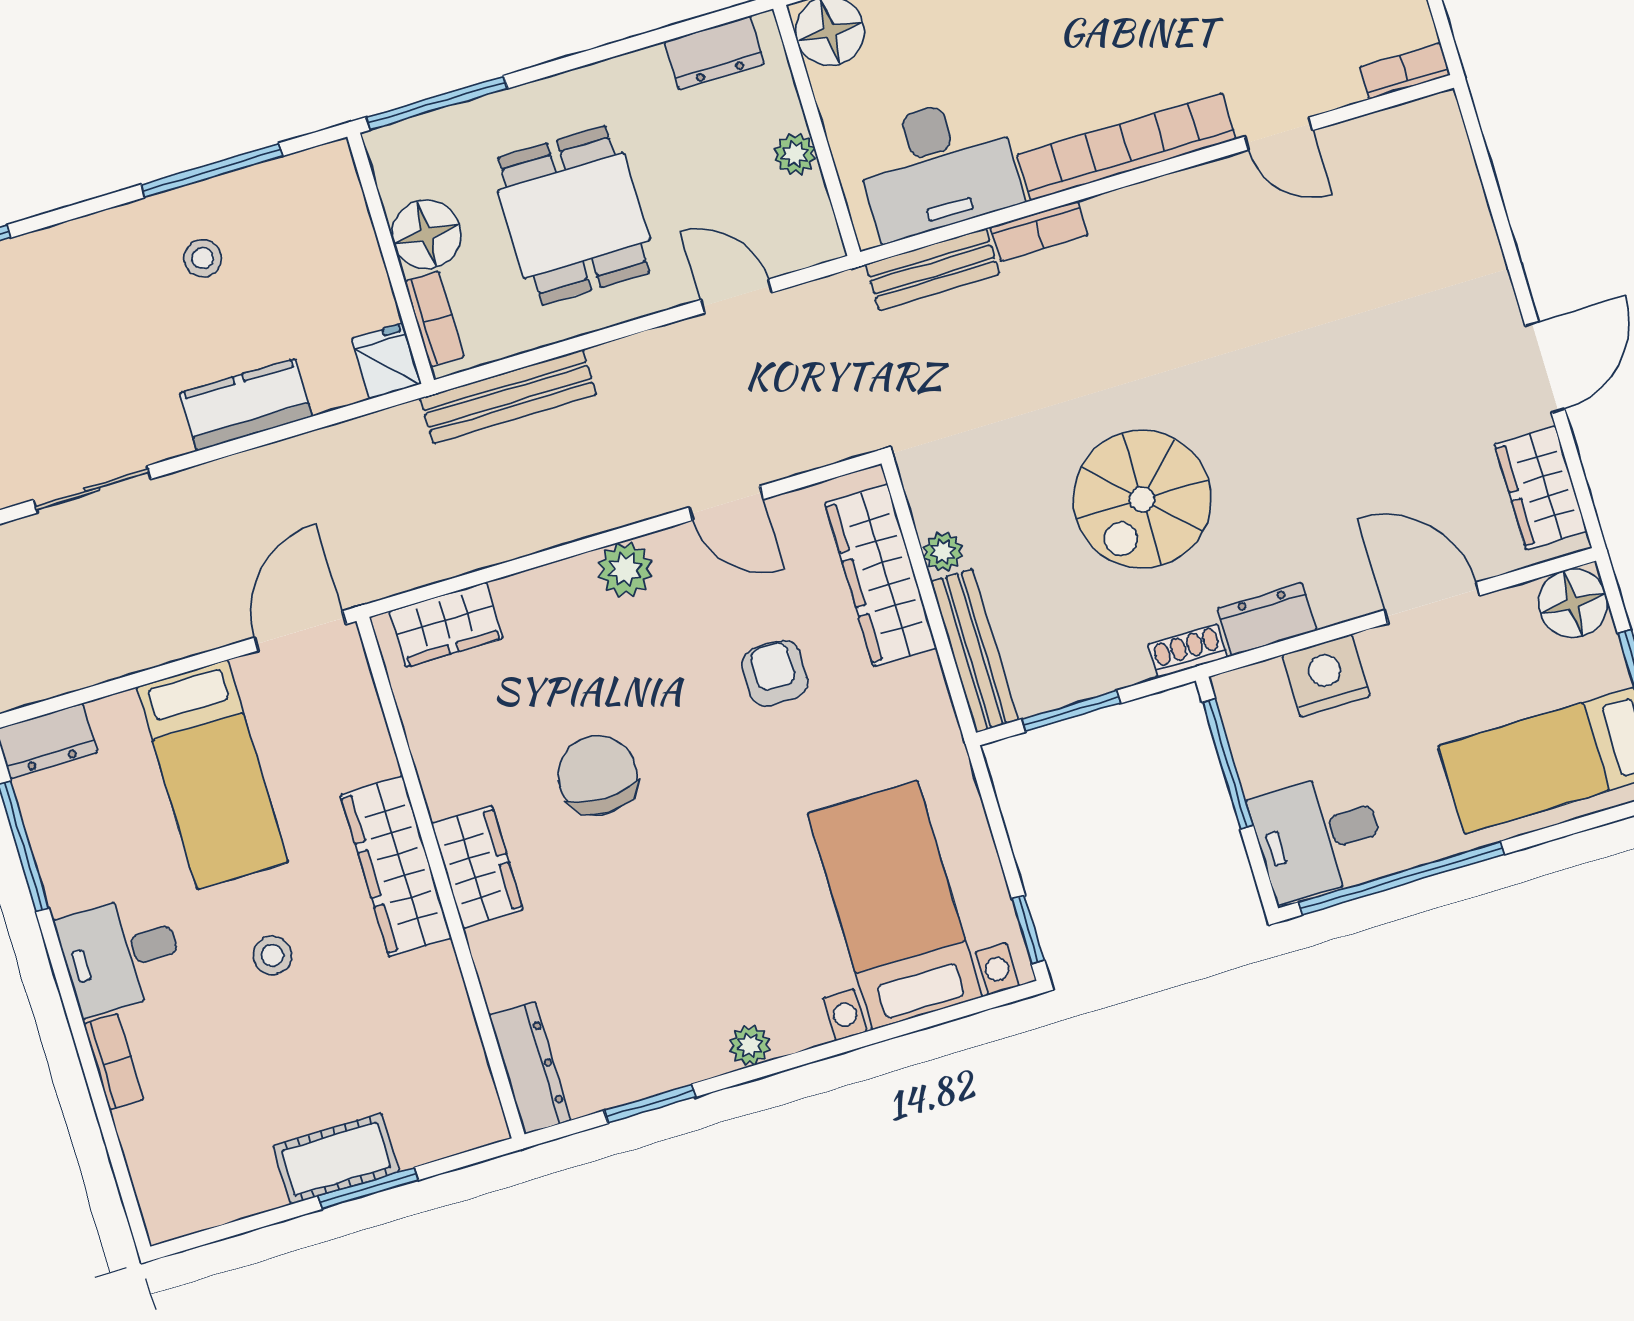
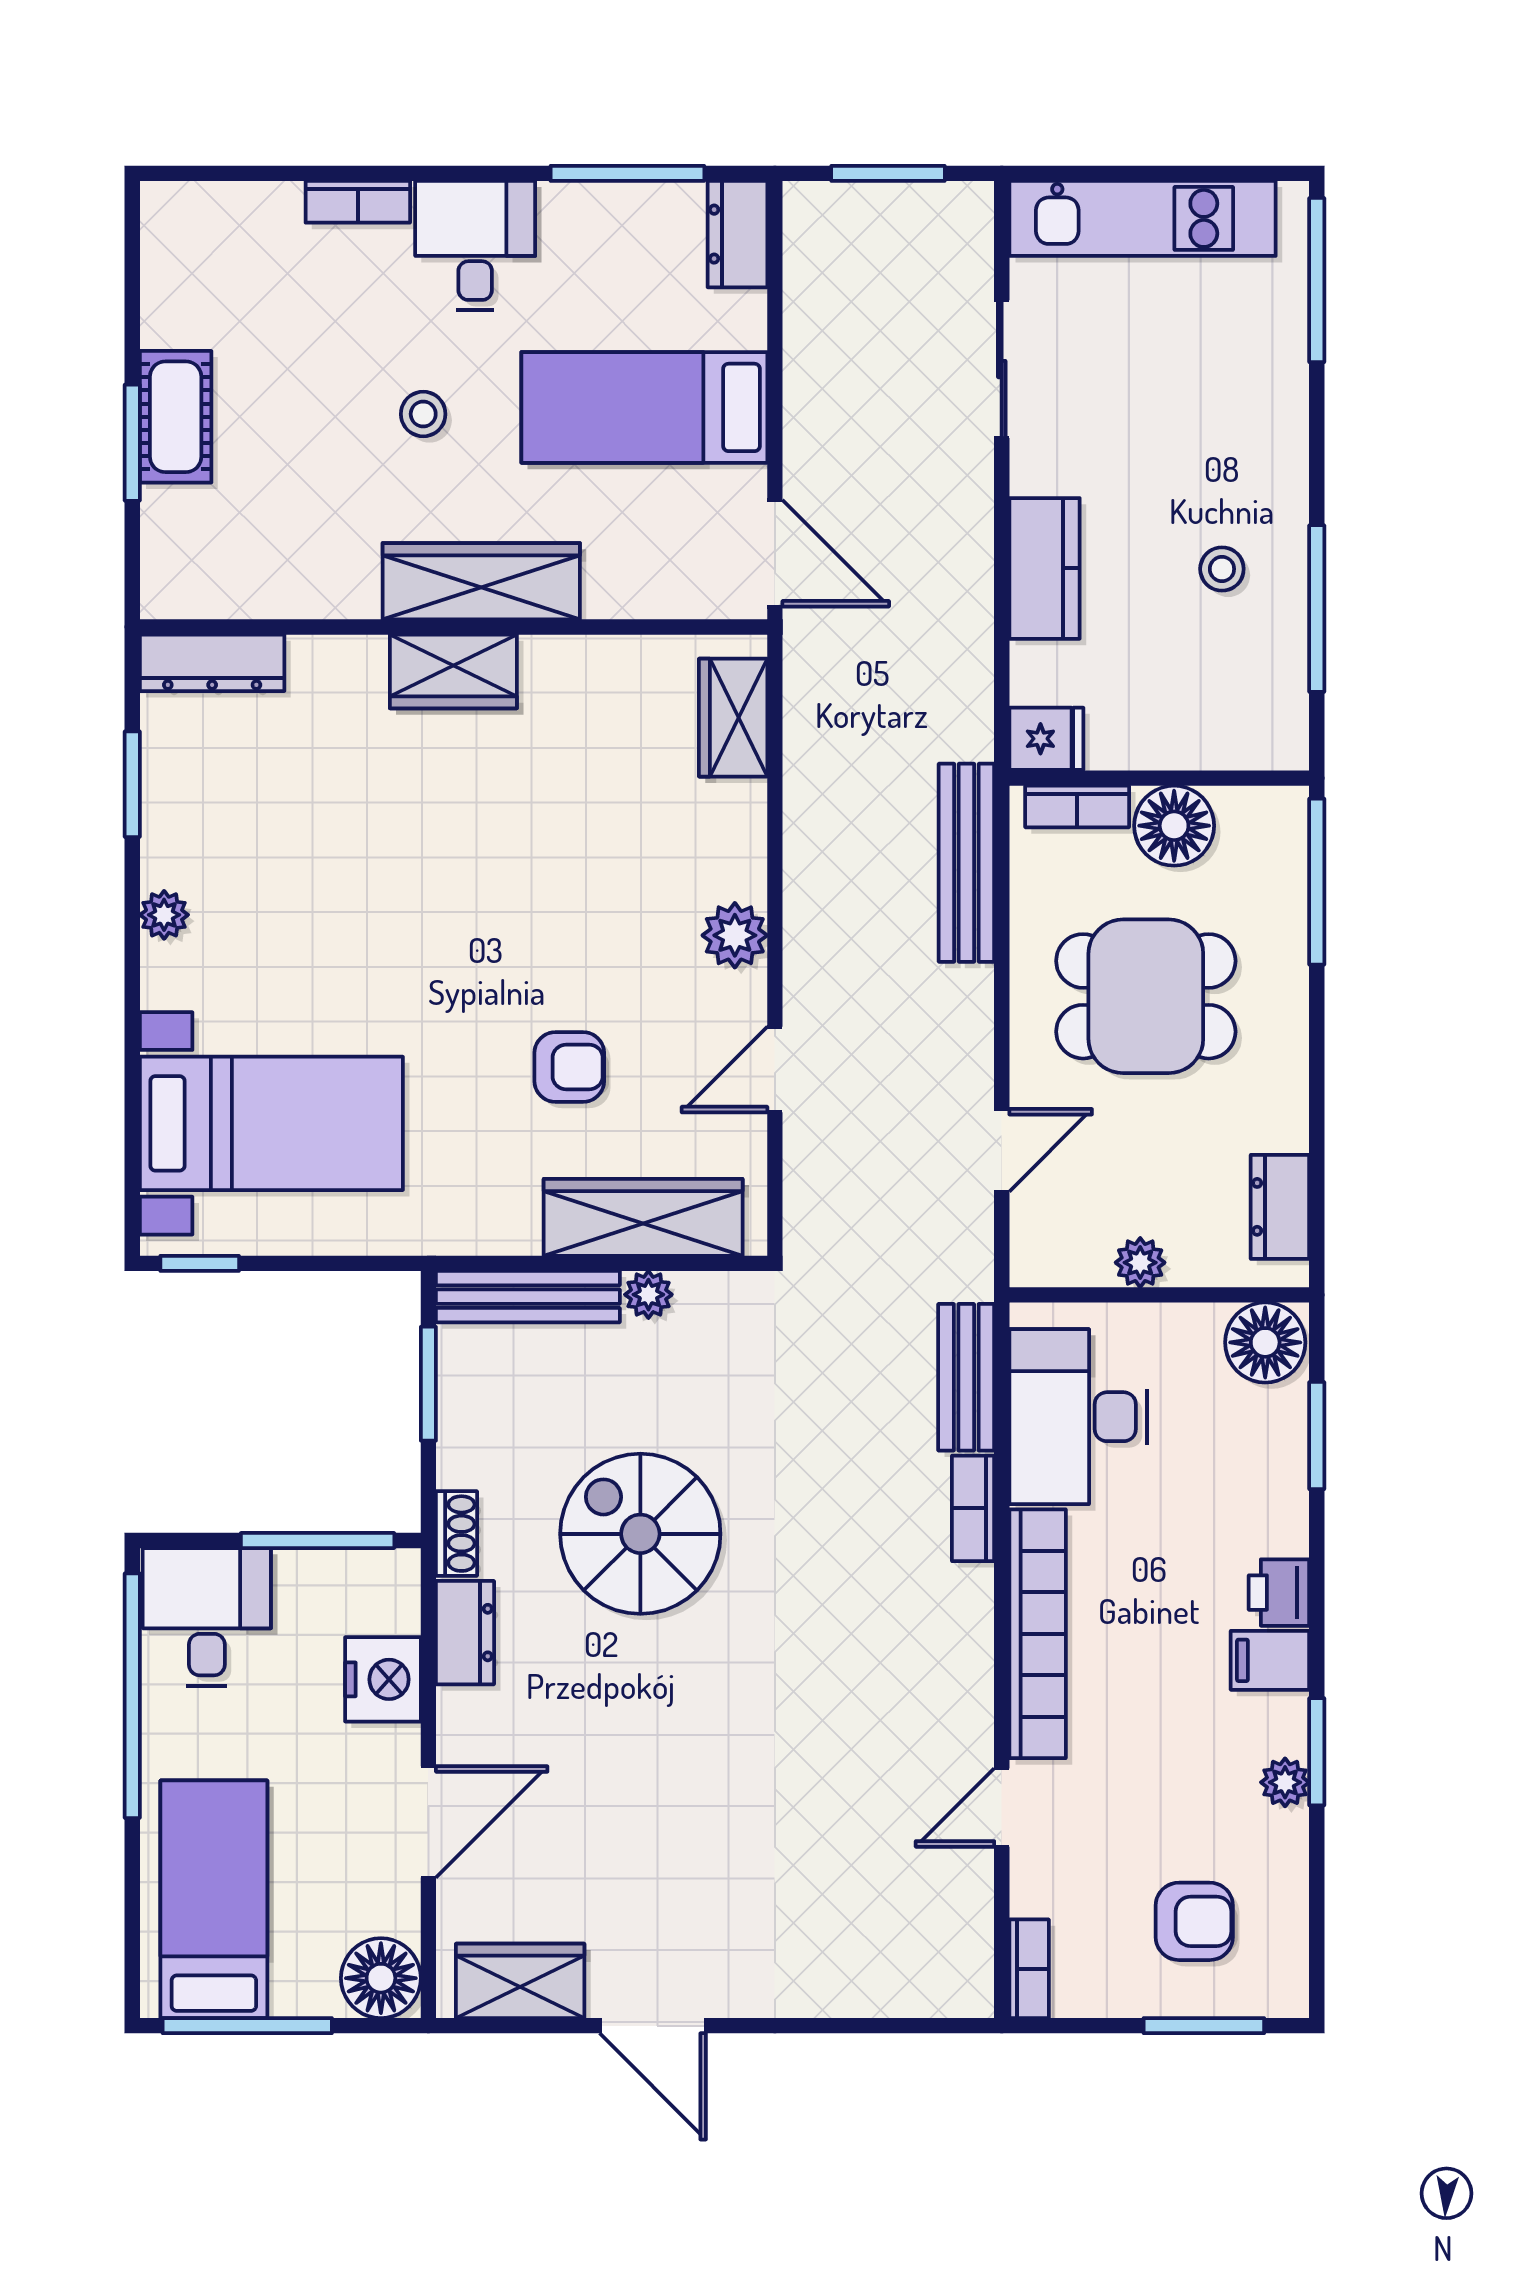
chair: (598, 775) -> (515, 836), removed

